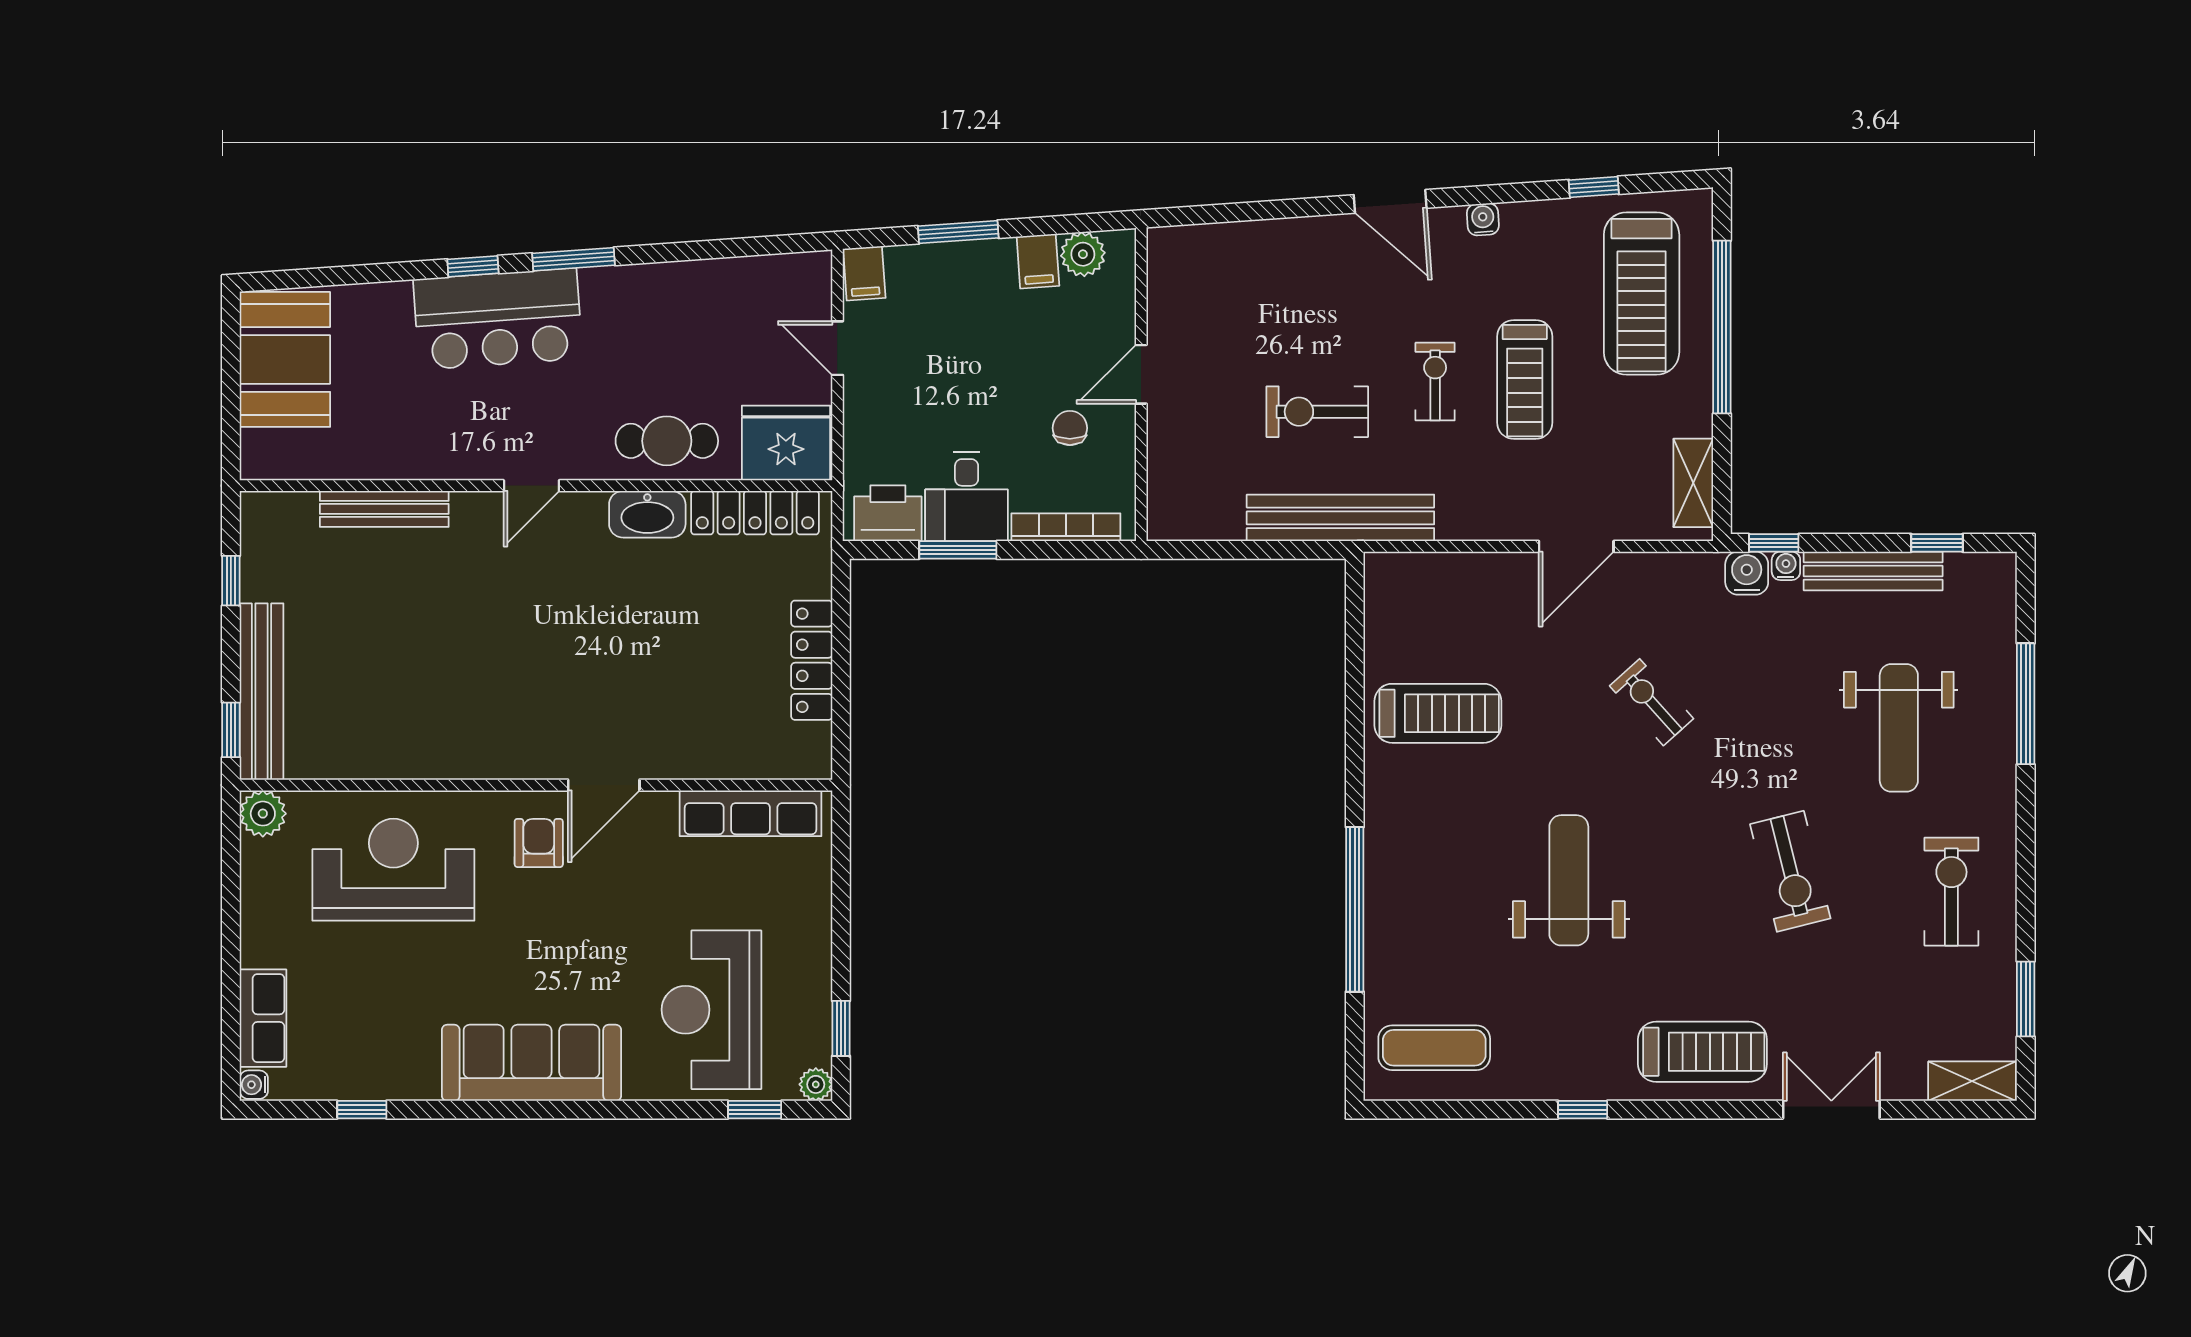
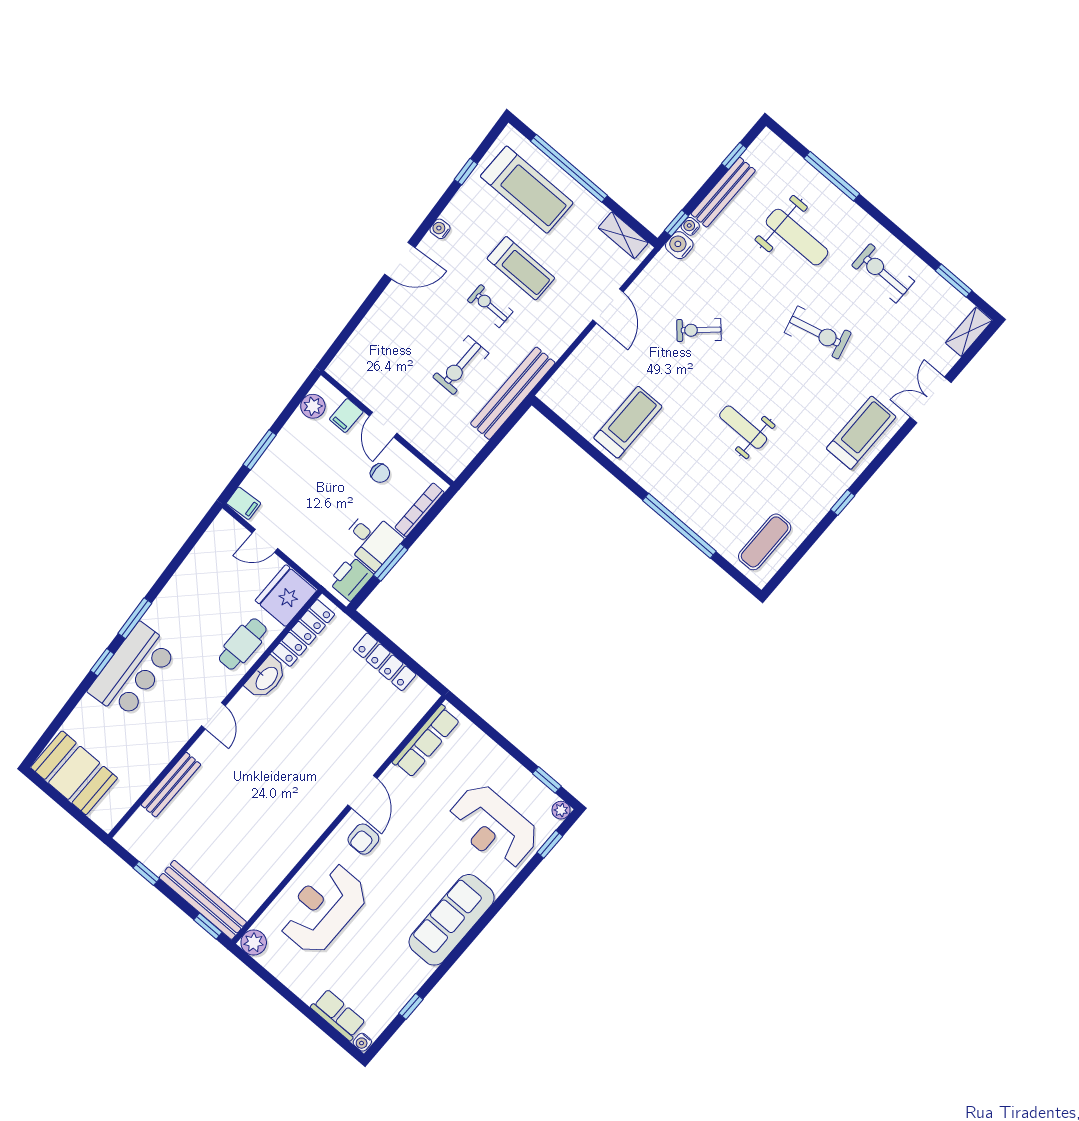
filing cabinet: (1038, 261) -> (346, 416), moved, turned 94
chair: (1070, 428) -> (380, 473), turned 180
armchair: (539, 843) -> (363, 839), turned -90
weight bench: (1569, 880) -> (743, 427), width x0.73, depth x0.75

